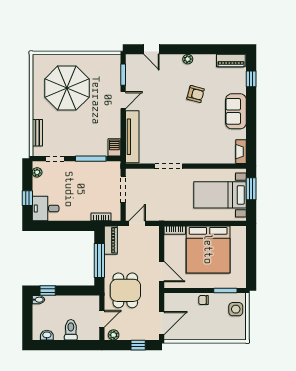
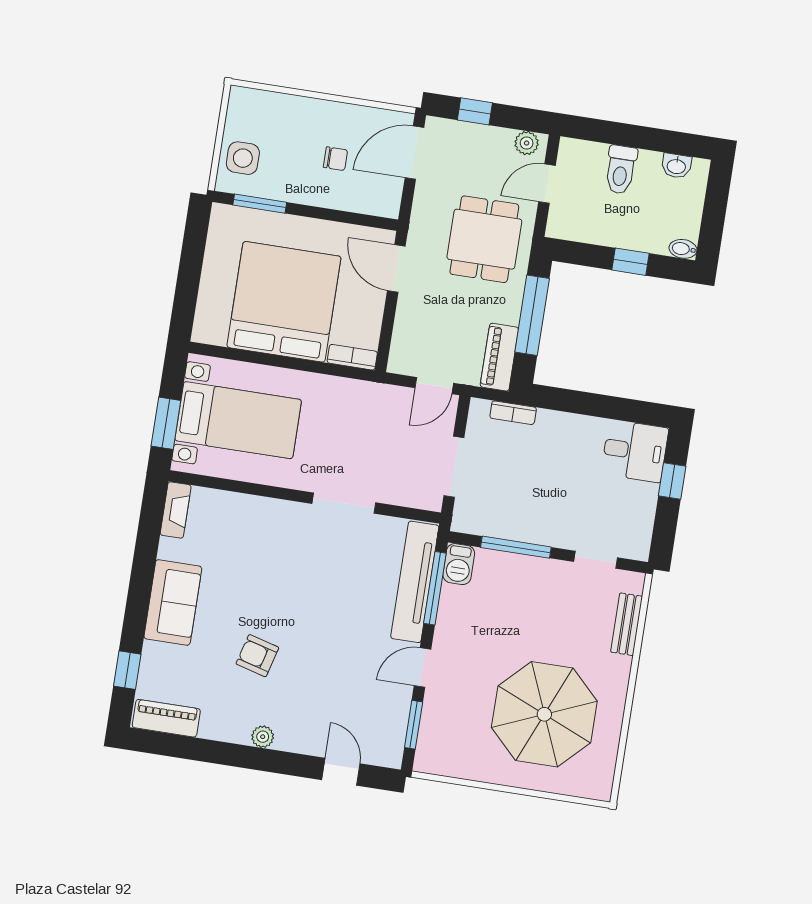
window: (123, 135) -> (435, 588), added
plant: (37, 172) -> (641, 535), removed
window: (48, 290) -> (631, 262), moved
chair: (204, 300) -> (335, 159), moved

